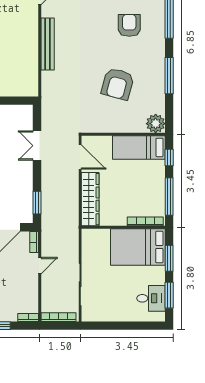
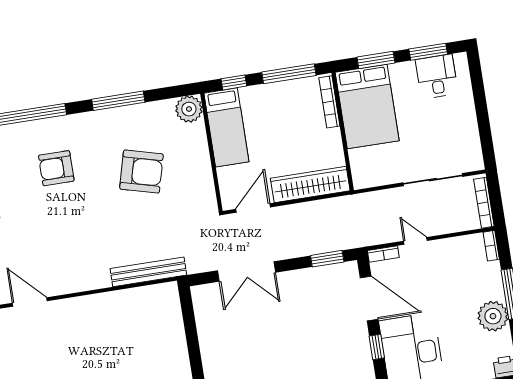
bench: (48, 44) -> (148, 272), moved
double door: (37, 146) -> (246, 272), width x1.37

